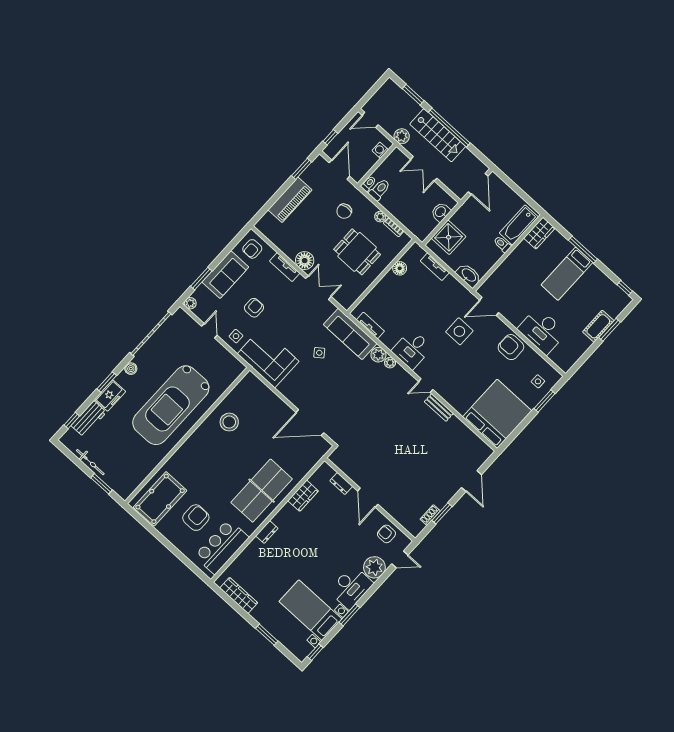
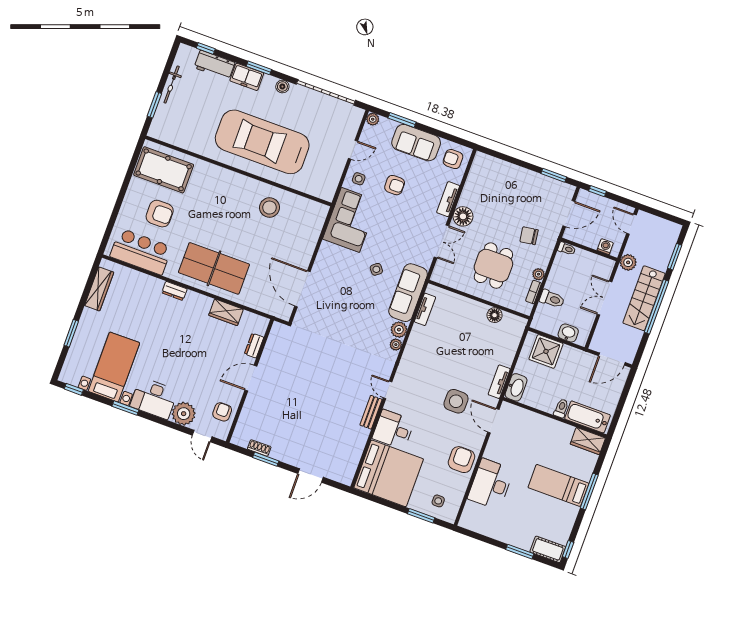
toilet: (379, 190) -> (552, 299), moved
piano: (290, 200) -> (518, 177), removed
tv unit: (435, 267) -> (499, 382), moved
cot: (598, 326) -> (548, 549), moved
desk: (412, 349) -> (393, 429), moved

